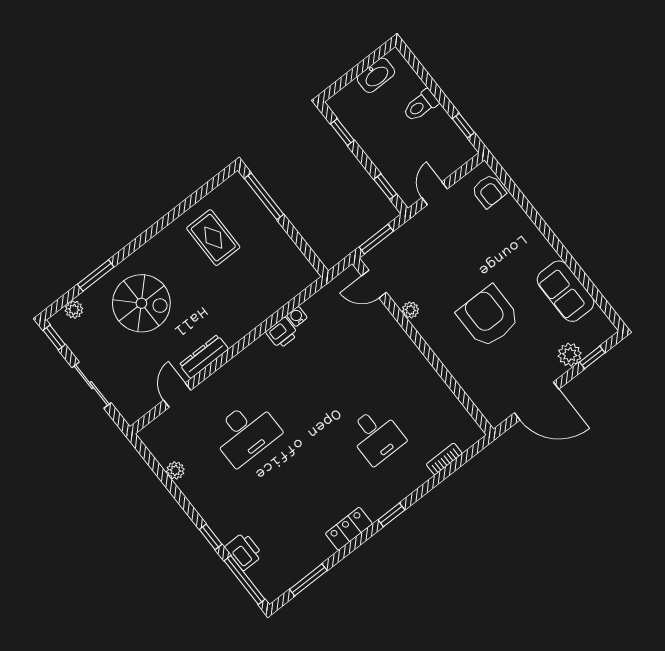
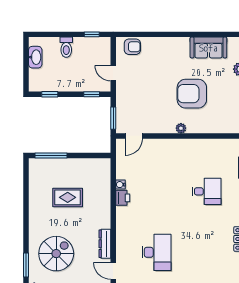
rug: (213, 238) -> (68, 197), moved
plant: (410, 310) -> (181, 128), moved

